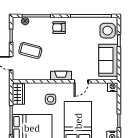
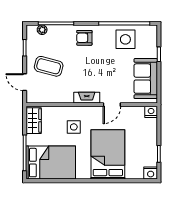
side table: (108, 31) -> (125, 39), moved

